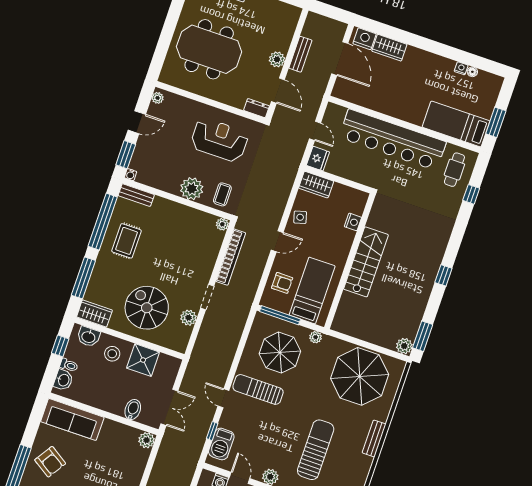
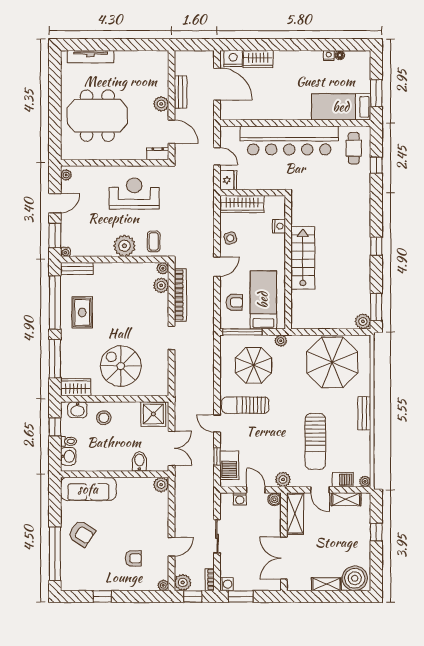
wardrobe: (316, 185) -> (242, 204), width x1.50
plant: (188, 318) -> (161, 285), moved
shower: (143, 360) -> (153, 414), moved
sun lounger: (316, 450) -> (315, 441), turned 180

